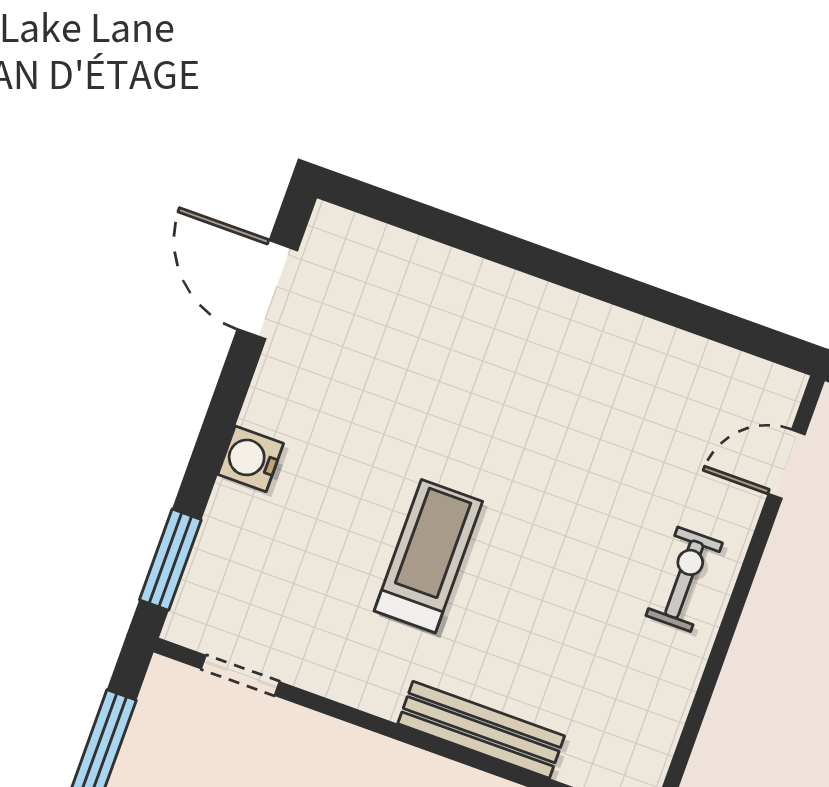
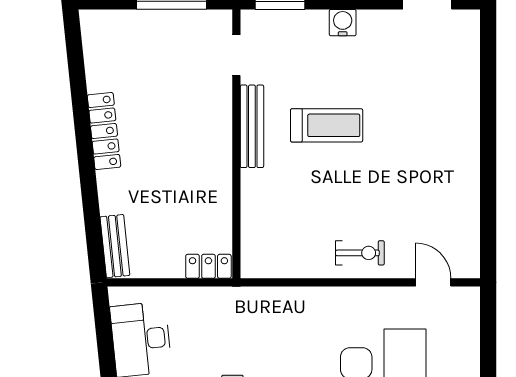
bench: (481, 730) -> (252, 126), moved

